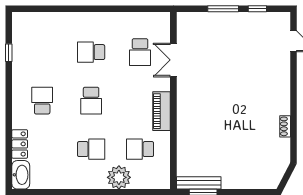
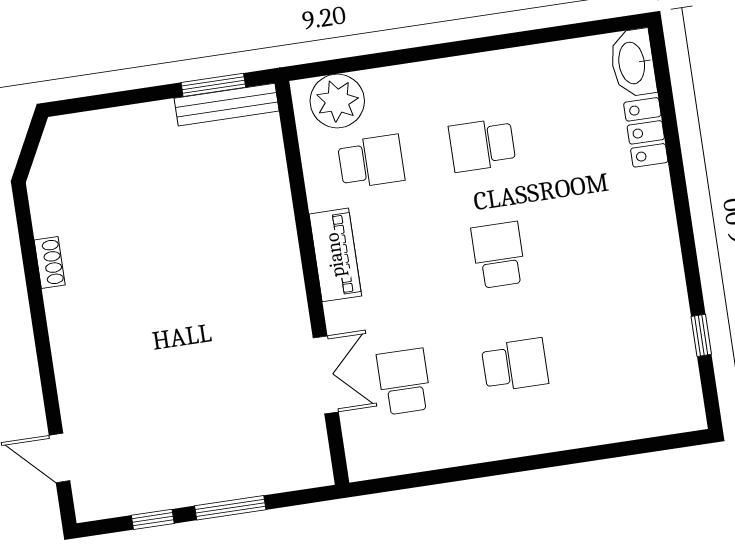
school desk: (42, 101) -> (609, 238), removed
plant: (119, 177) -> (337, 101), moved

